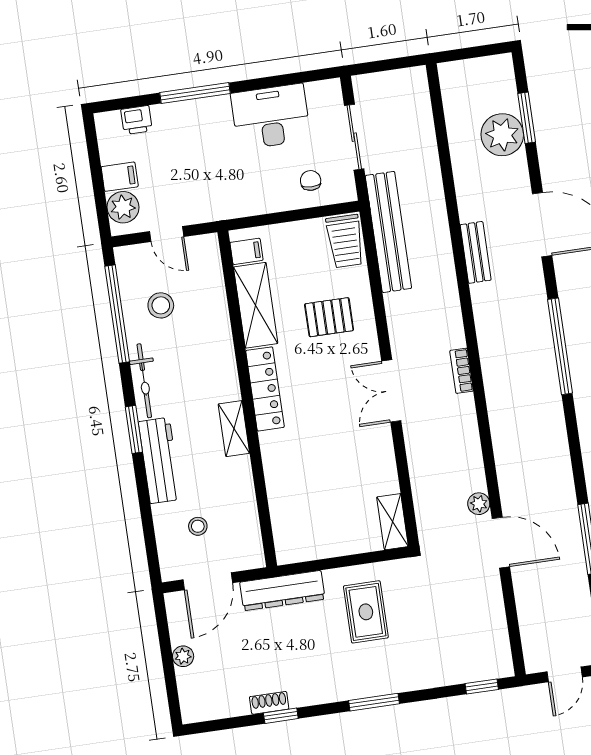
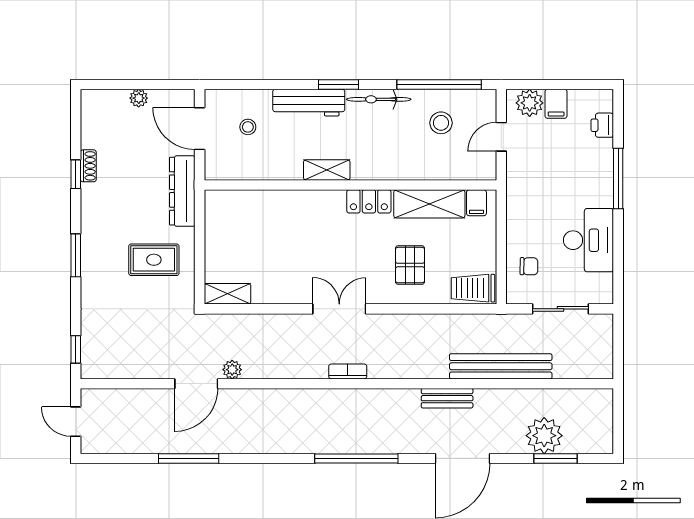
bench: (388, 232) -> (501, 366), moved
locker: (265, 389) -> (369, 201), width x0.66

